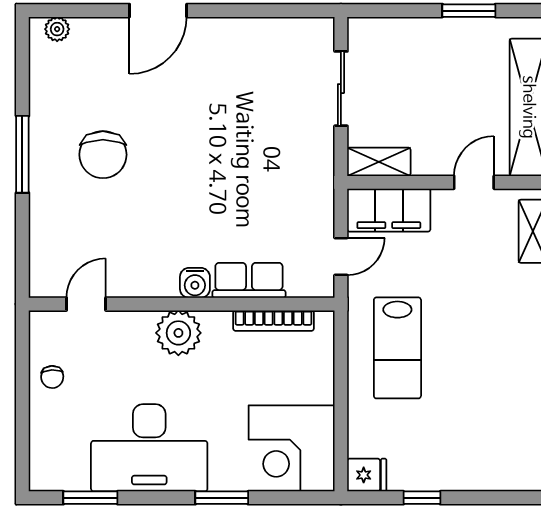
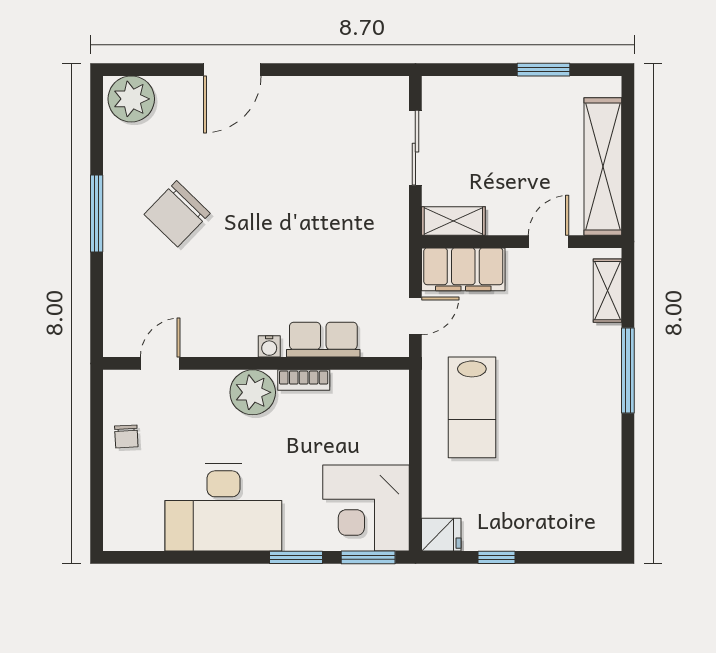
plant: (57, 29) -> (131, 99), width x1.88, depth x1.88
chair: (103, 155) -> (177, 214), turned 44
water cooler: (195, 283) -> (269, 346), width x0.72, depth x0.72
bookcase: (274, 321) -> (304, 380), moved, width x0.64
window: (90, 498) -> (368, 557), moved

